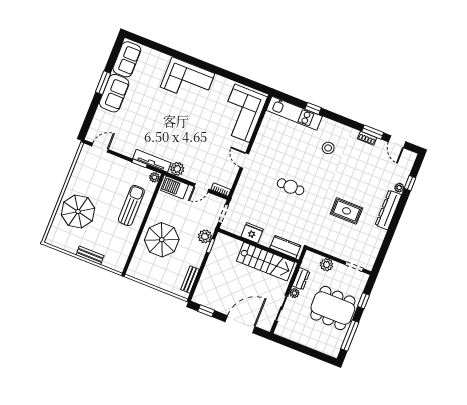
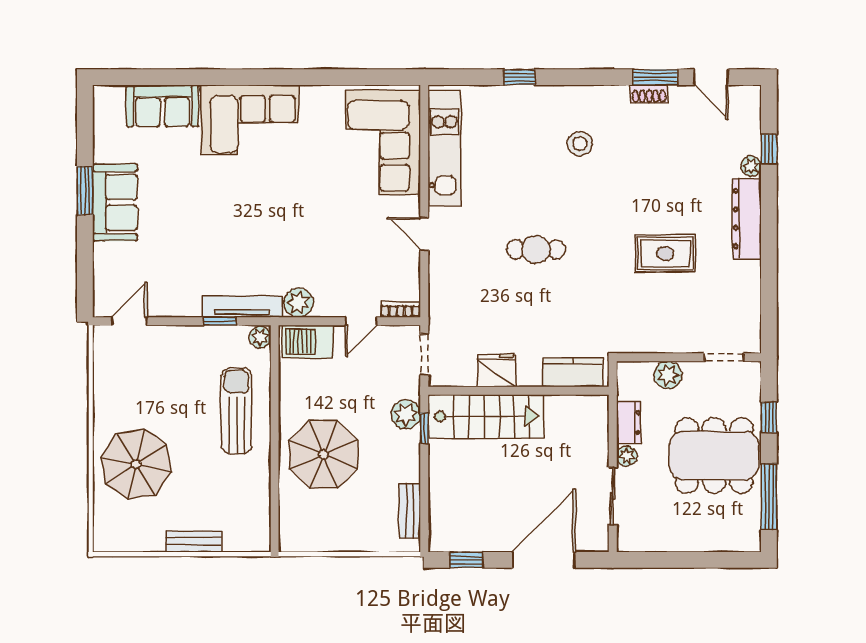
sofa: (127, 59) -> (163, 106), moved, turned 90
kitchen unit: (294, 113) -> (444, 148), moved, turned -90
stairs: (266, 262) -> (486, 417), moved

